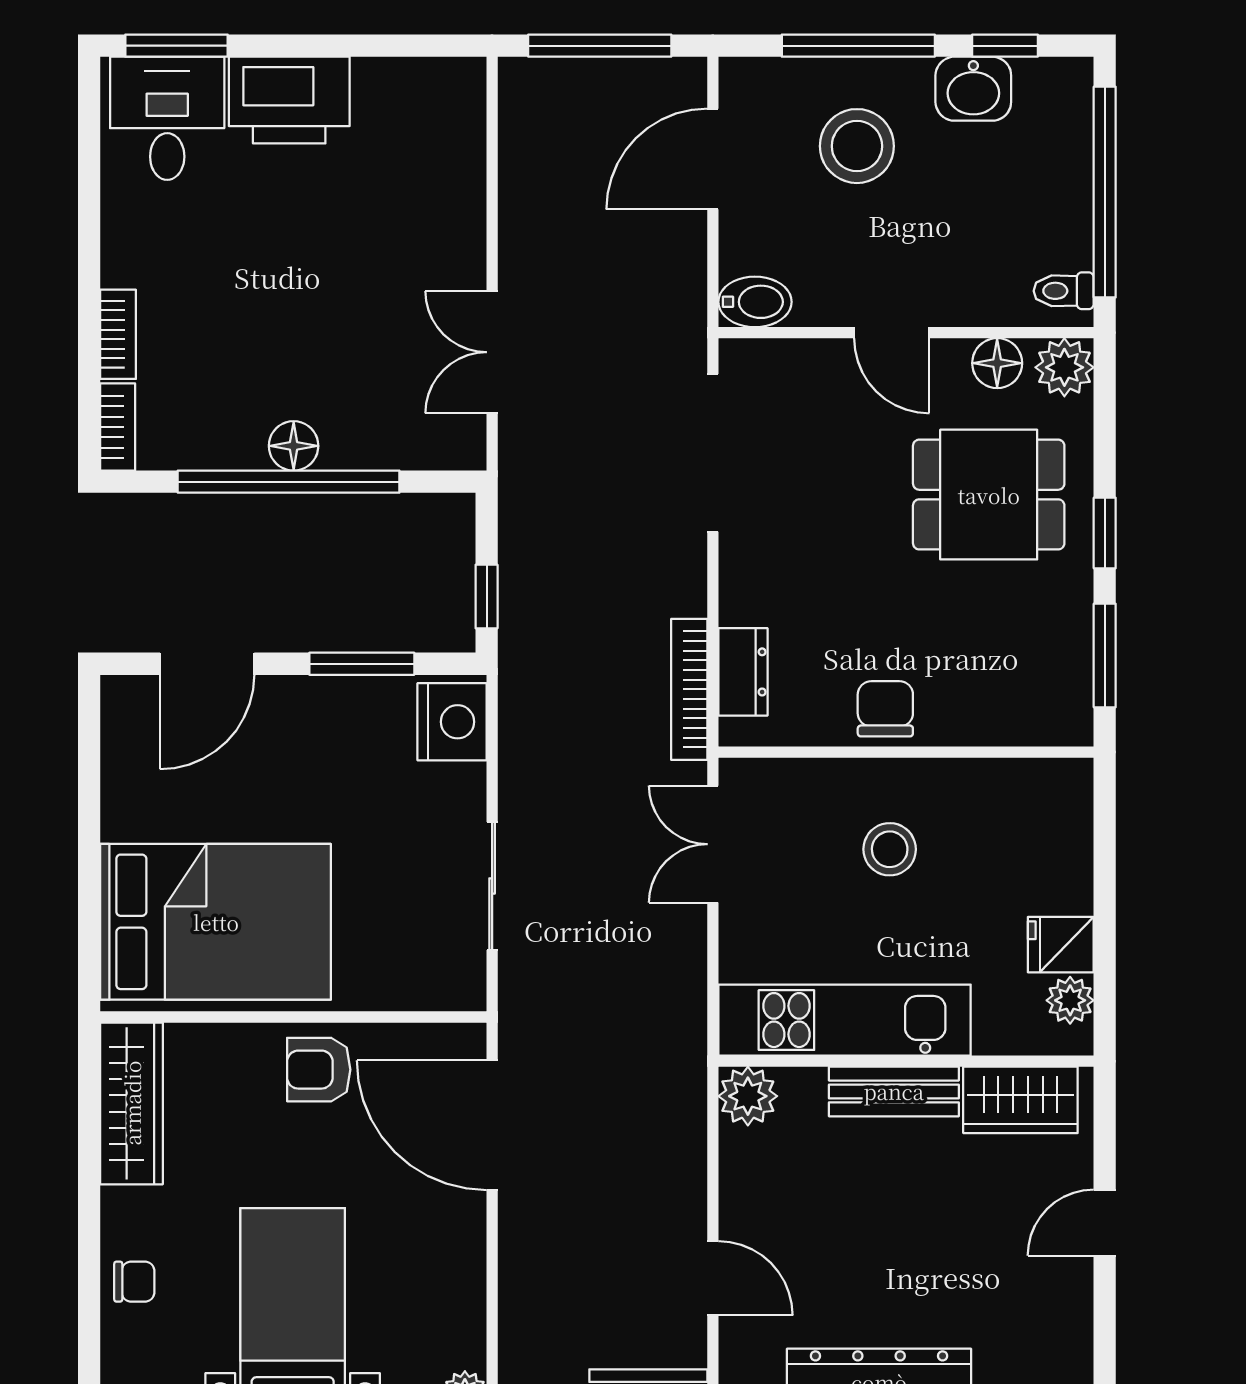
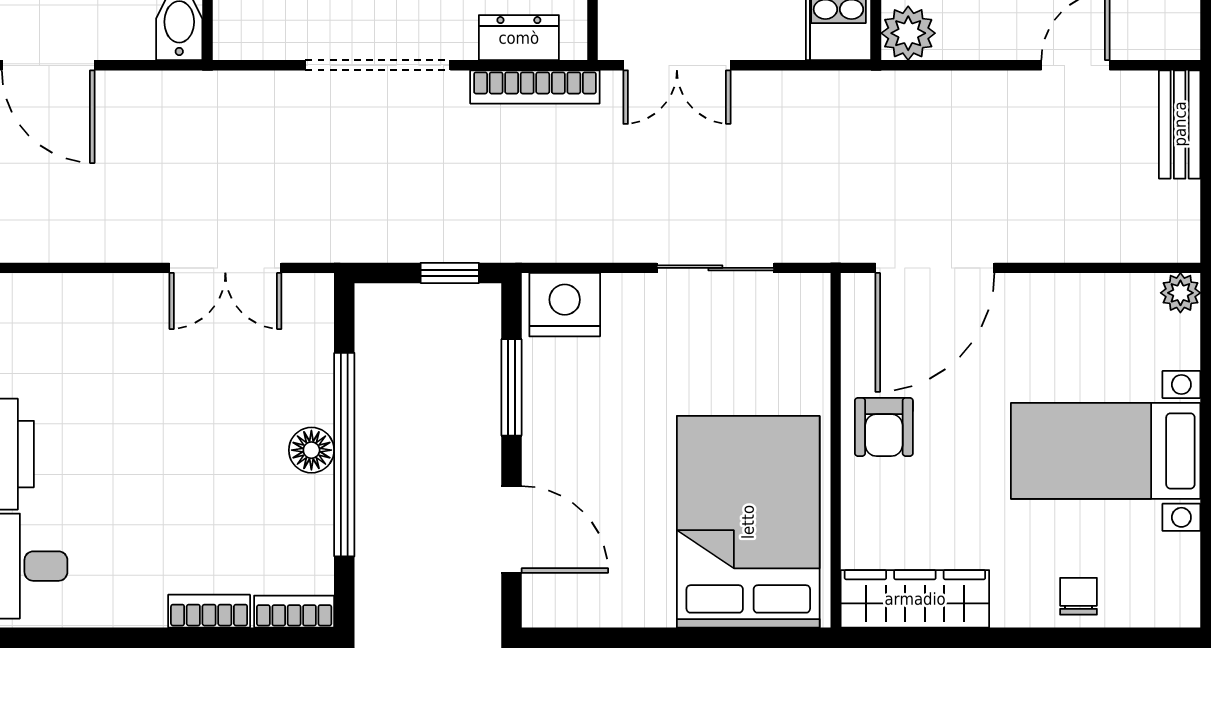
doorway: (713, 453) -> (378, 65), moved

